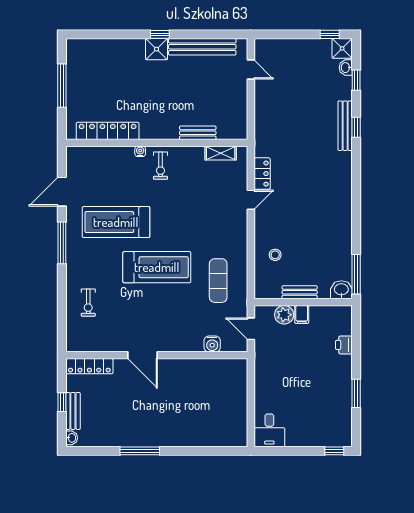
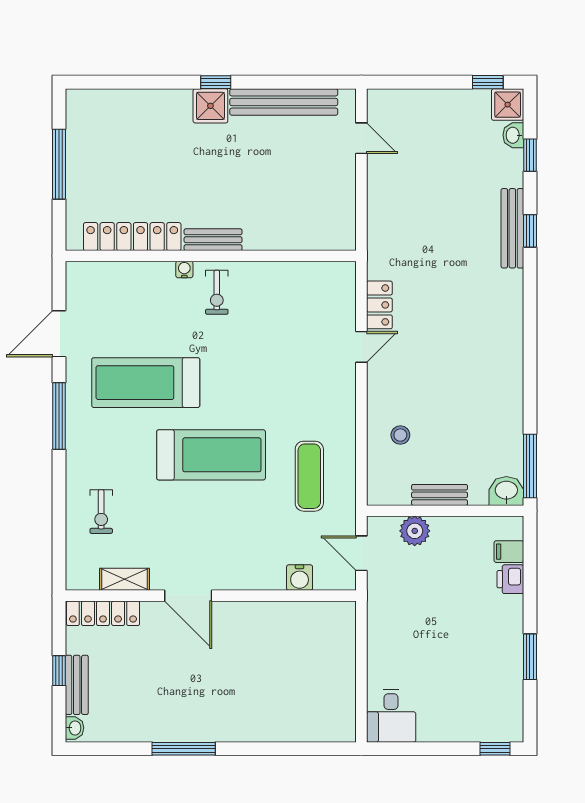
bench: (198, 133) -> (213, 240), moved
shelving: (221, 153) -> (124, 579), moved
filing cabinet: (302, 314) -> (509, 552), moved, turned 90

